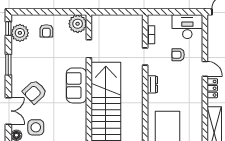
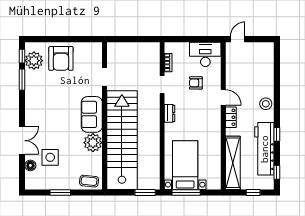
plant: (78, 24) -> (93, 143), moved
armchair: (46, 31) -> (61, 58), width x1.88, depth x1.88
window: (8, 65) -> (22, 80), moved
armchair: (35, 92) -> (49, 121), removed

